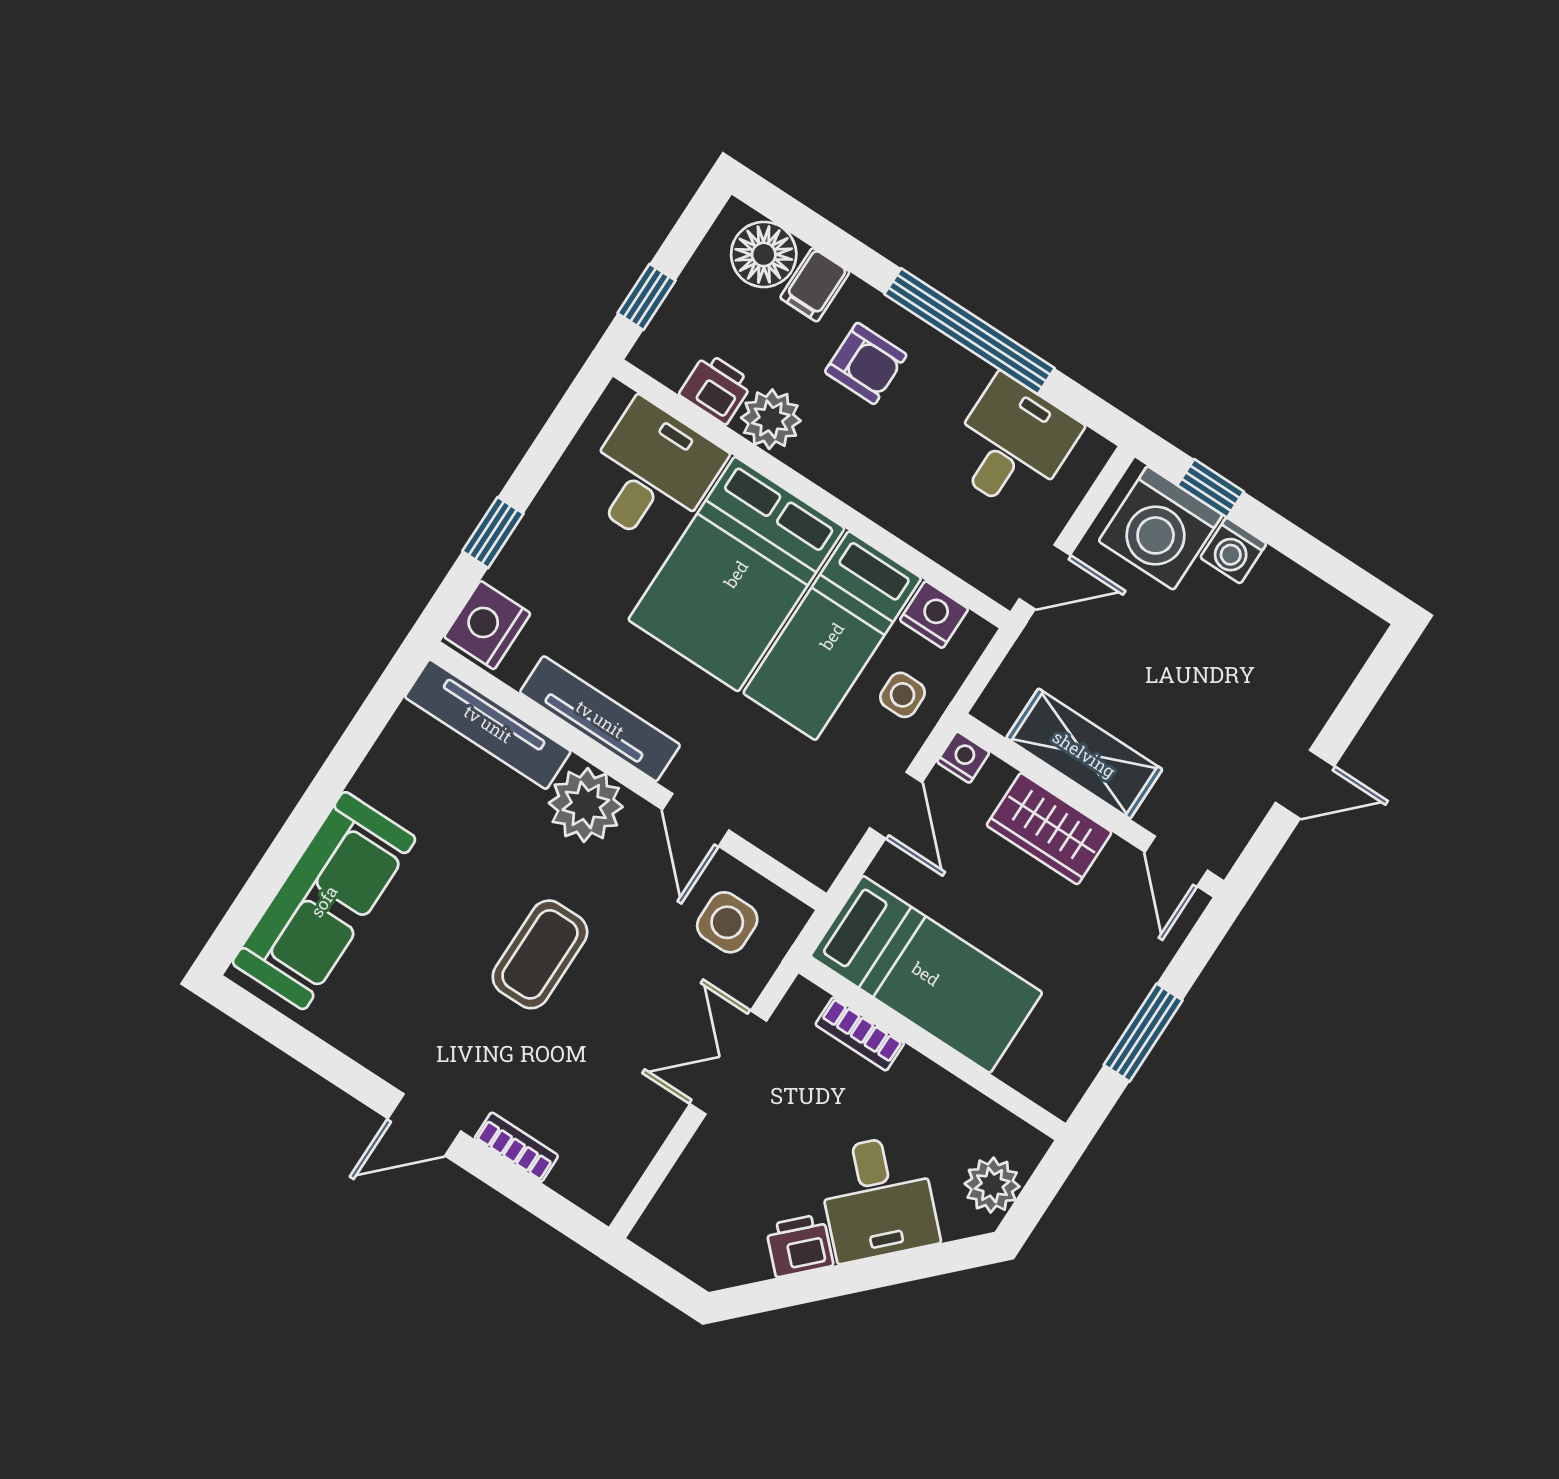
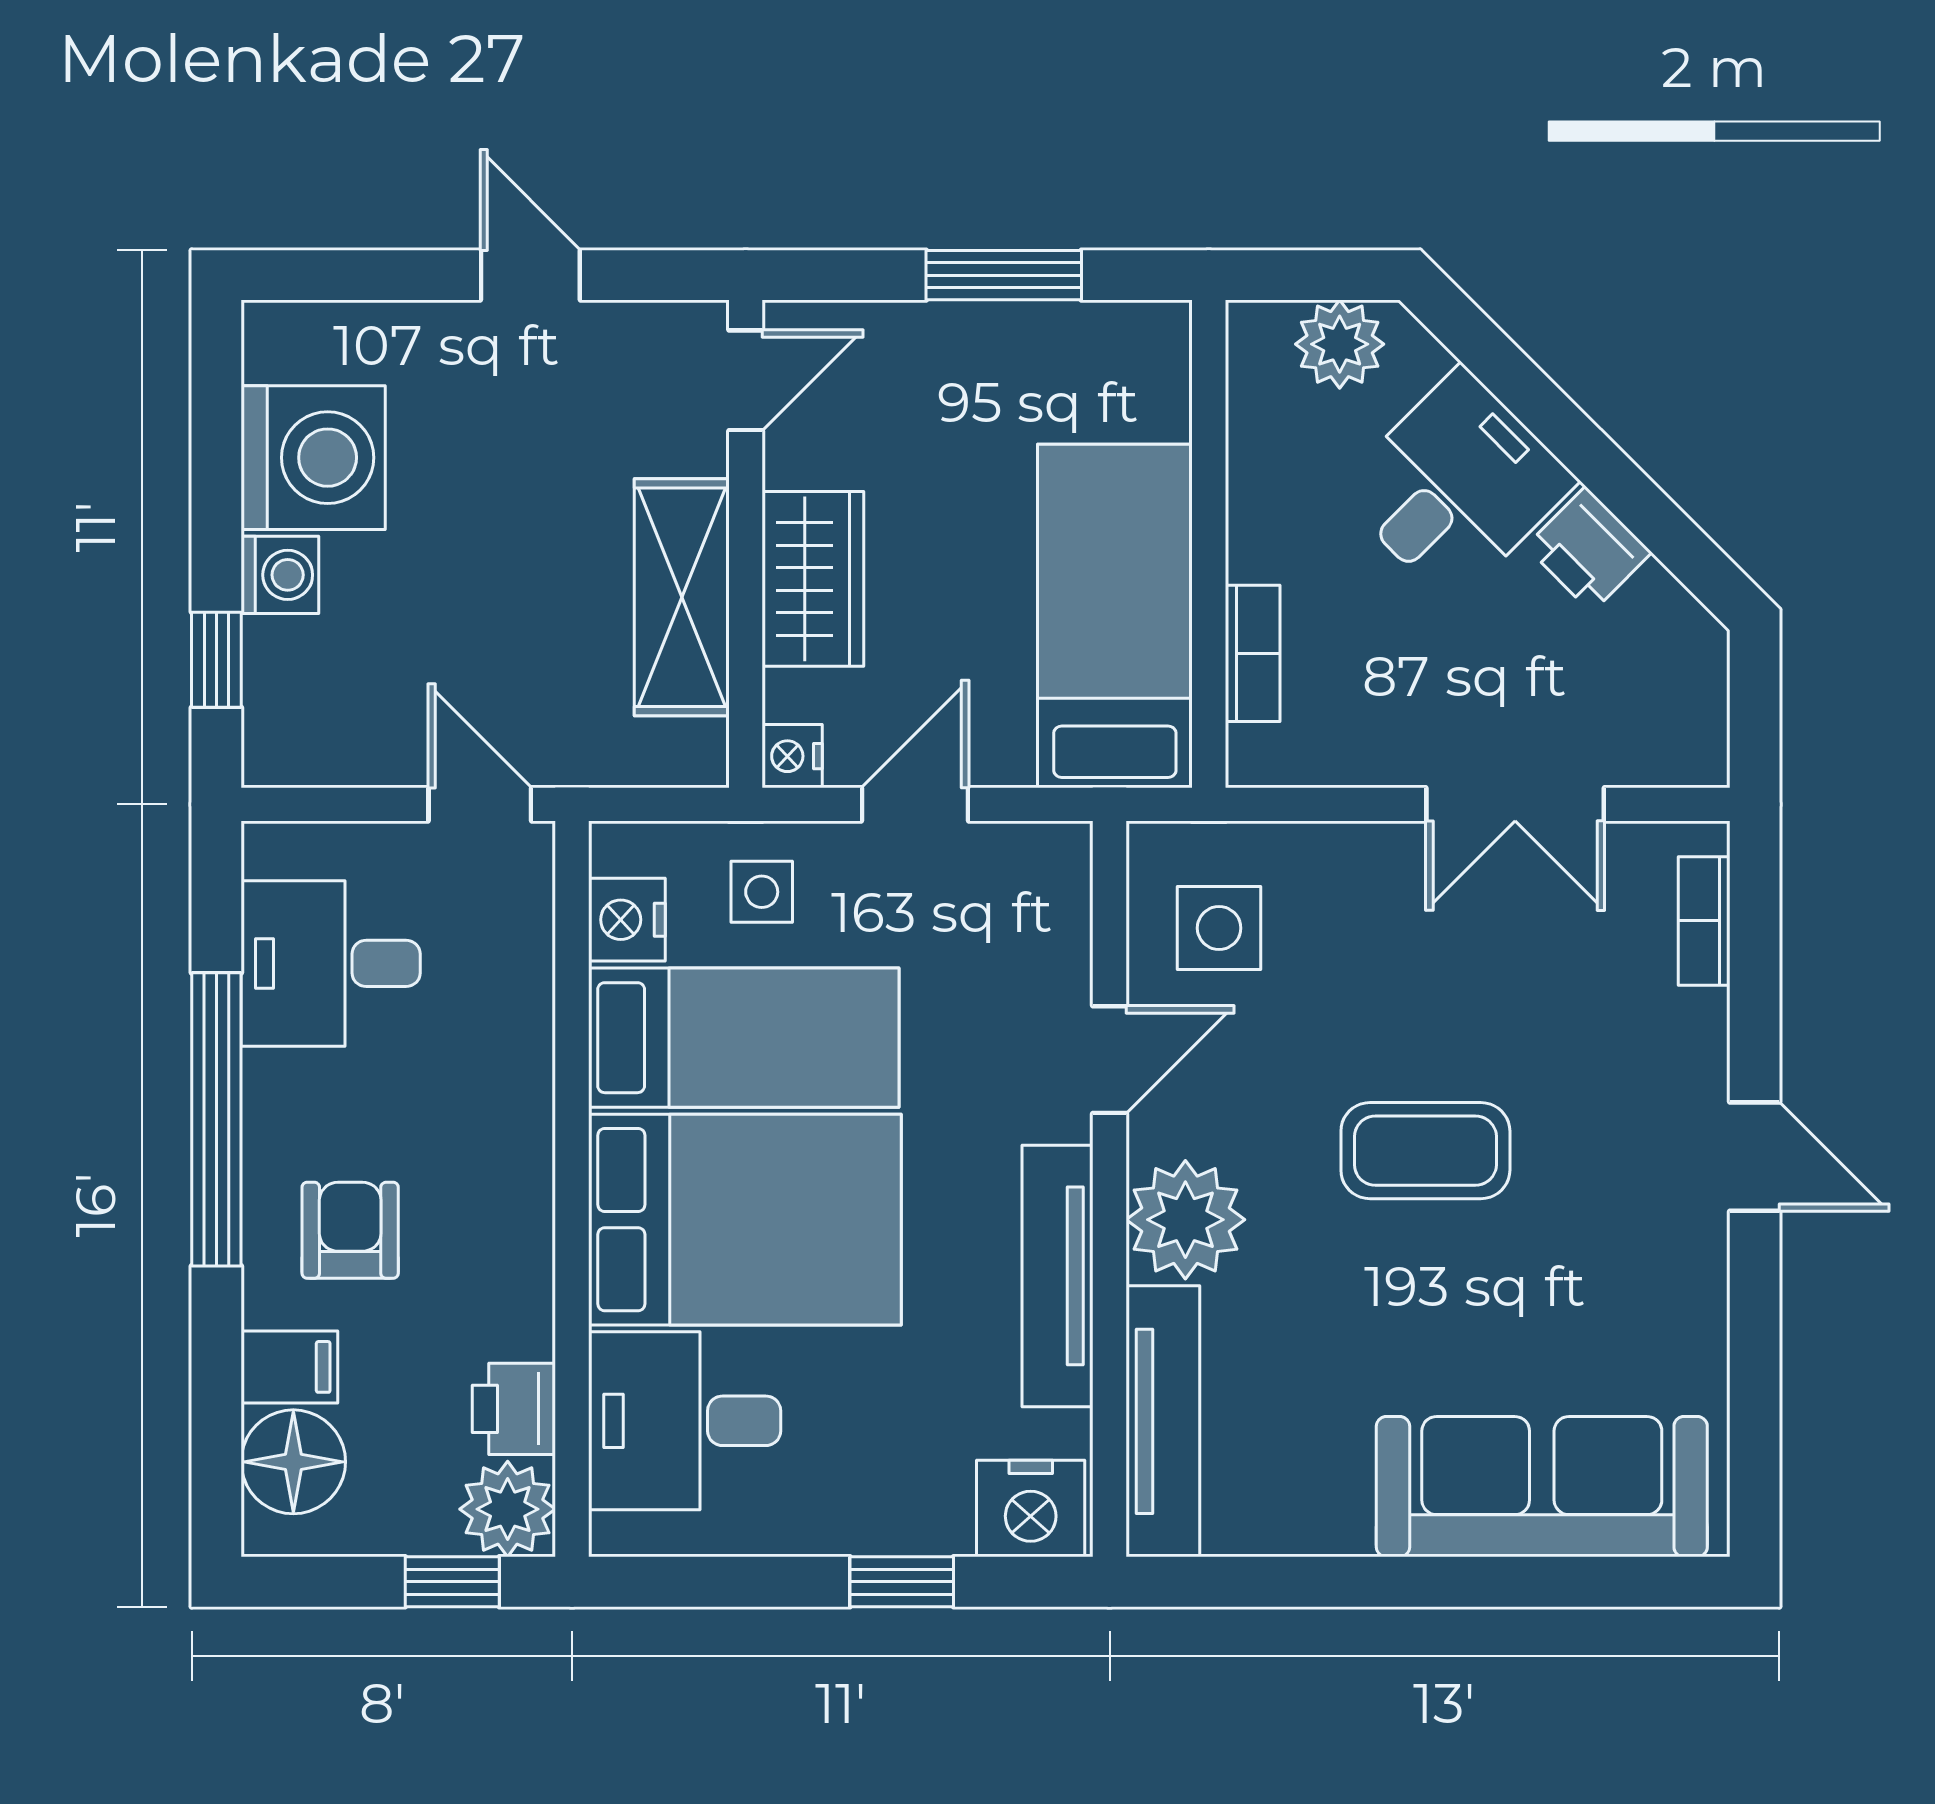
plant: (771, 419) -> (508, 1509), moved
washing machine: (1160, 528) -> (313, 458), moved
double door: (728, 1062) -> (1515, 804), moved
bookcase: (516, 1147) -> (1704, 921), moved

